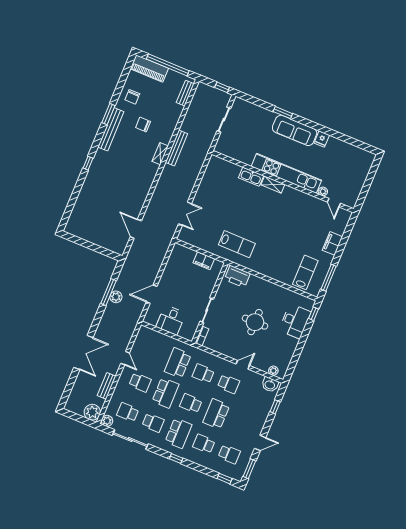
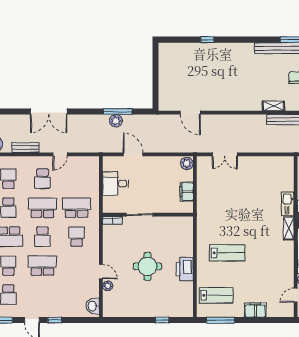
window: (88, 163) -> (207, 40), moved
door: (136, 229) -> (190, 113), swing flipped
lab bench: (237, 244) -> (227, 253), moved, turned -90
plant: (179, 250) -> (187, 163), added
printer: (237, 276) -> (185, 269), moved
window: (314, 314) -> (162, 320), moved
desk: (295, 321) -> (165, 305), removed
plant: (273, 371) -> (108, 286), moved
school desk: (229, 384) -> (77, 266), removed
school desk: (165, 393) -> (42, 208), turned 180
school desk: (191, 403) -> (42, 237), turned 180
window: (275, 407) -> (55, 320), moved

